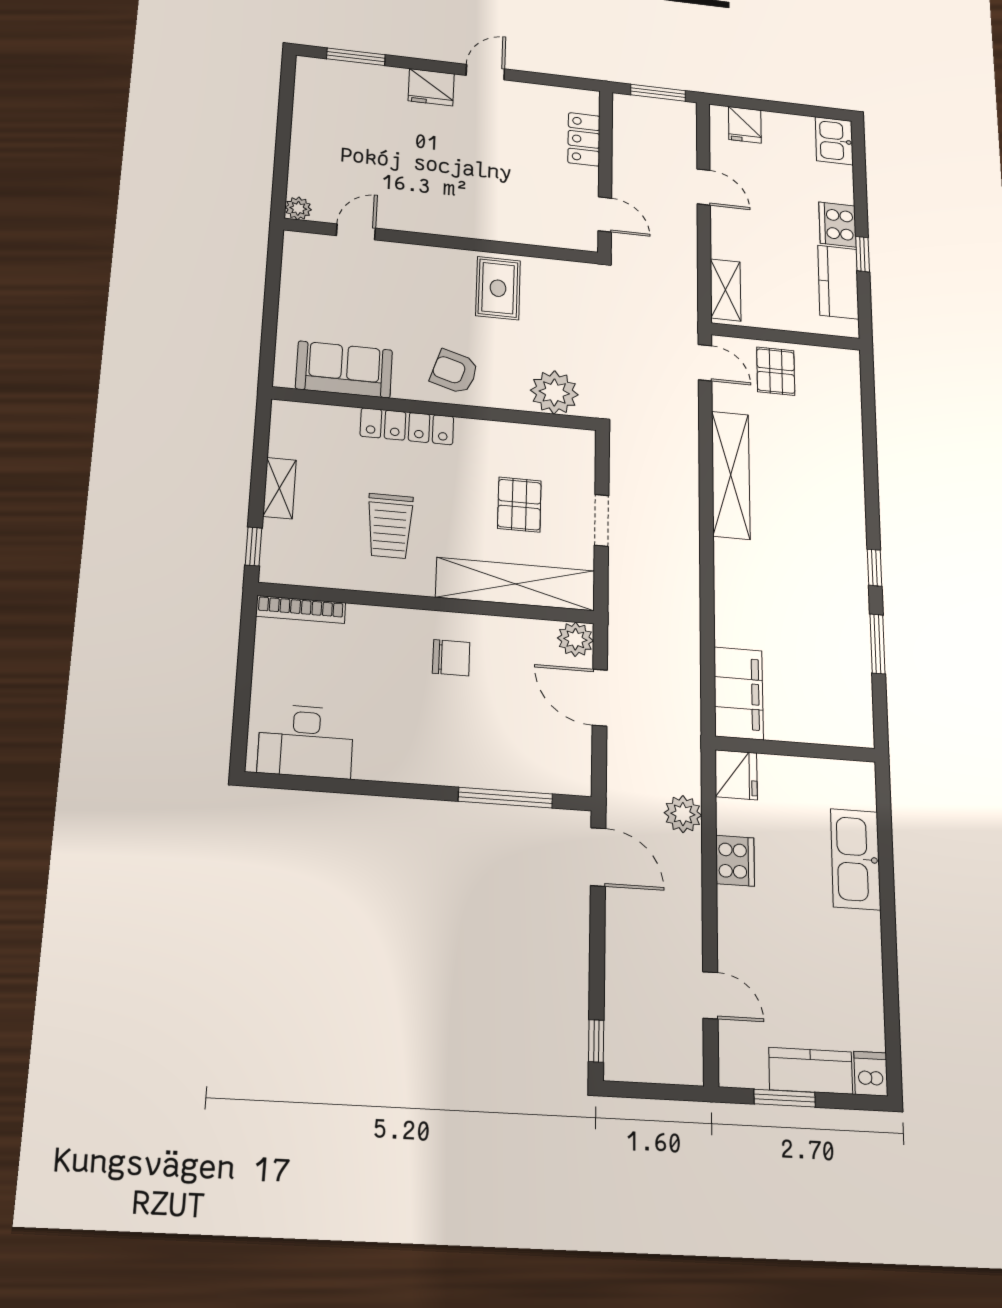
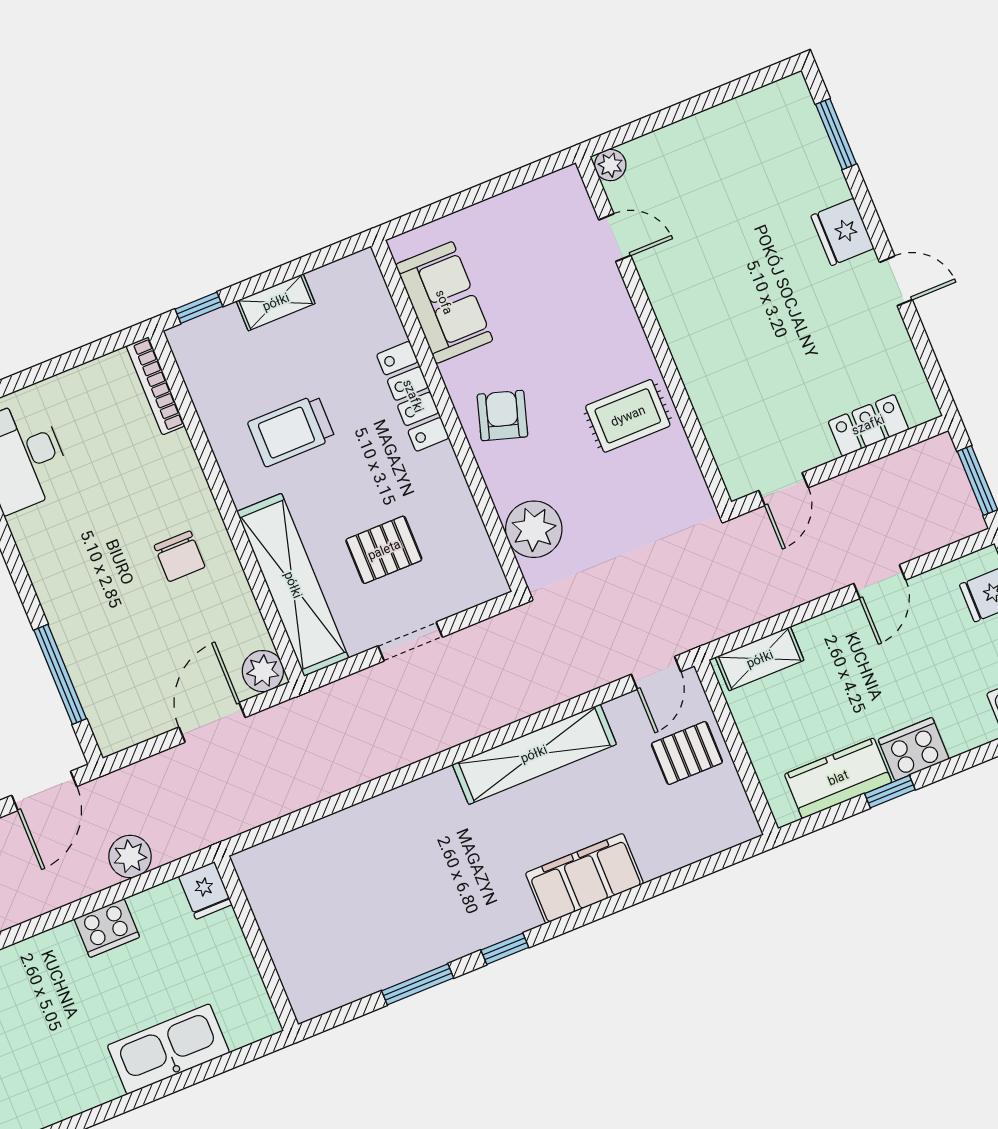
filing cabinet: (739, 693) -> (584, 878), moved, turned 180
fridge: (736, 775) -> (205, 890), width x0.72

